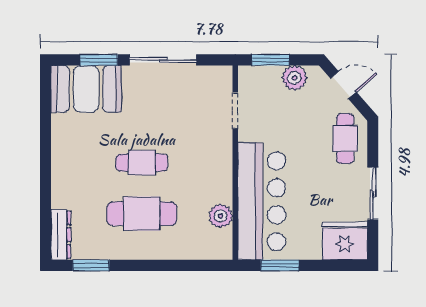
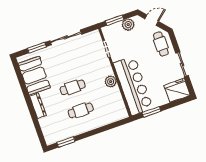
booth: (86, 89) -> (34, 76), moved, turned 90
cafe table: (142, 214) -> (81, 110), width x0.73, depth x0.74
plant: (221, 216) -> (111, 82), moved
dresser: (61, 235) -> (38, 106), moved

